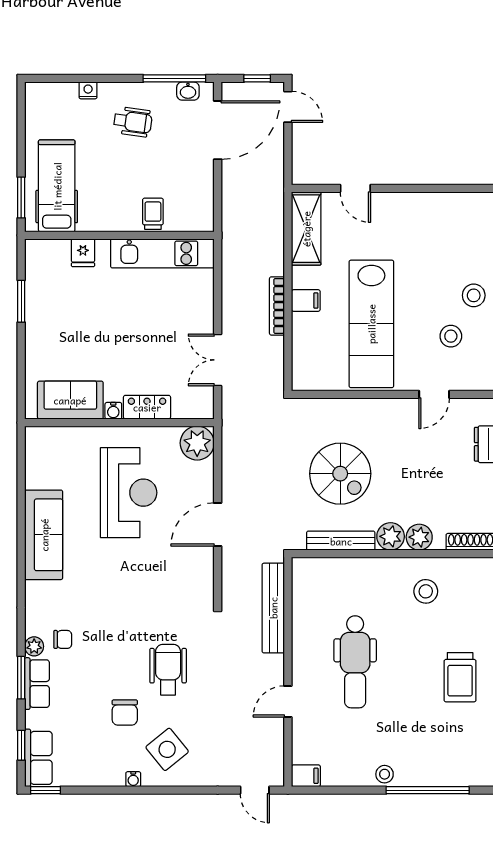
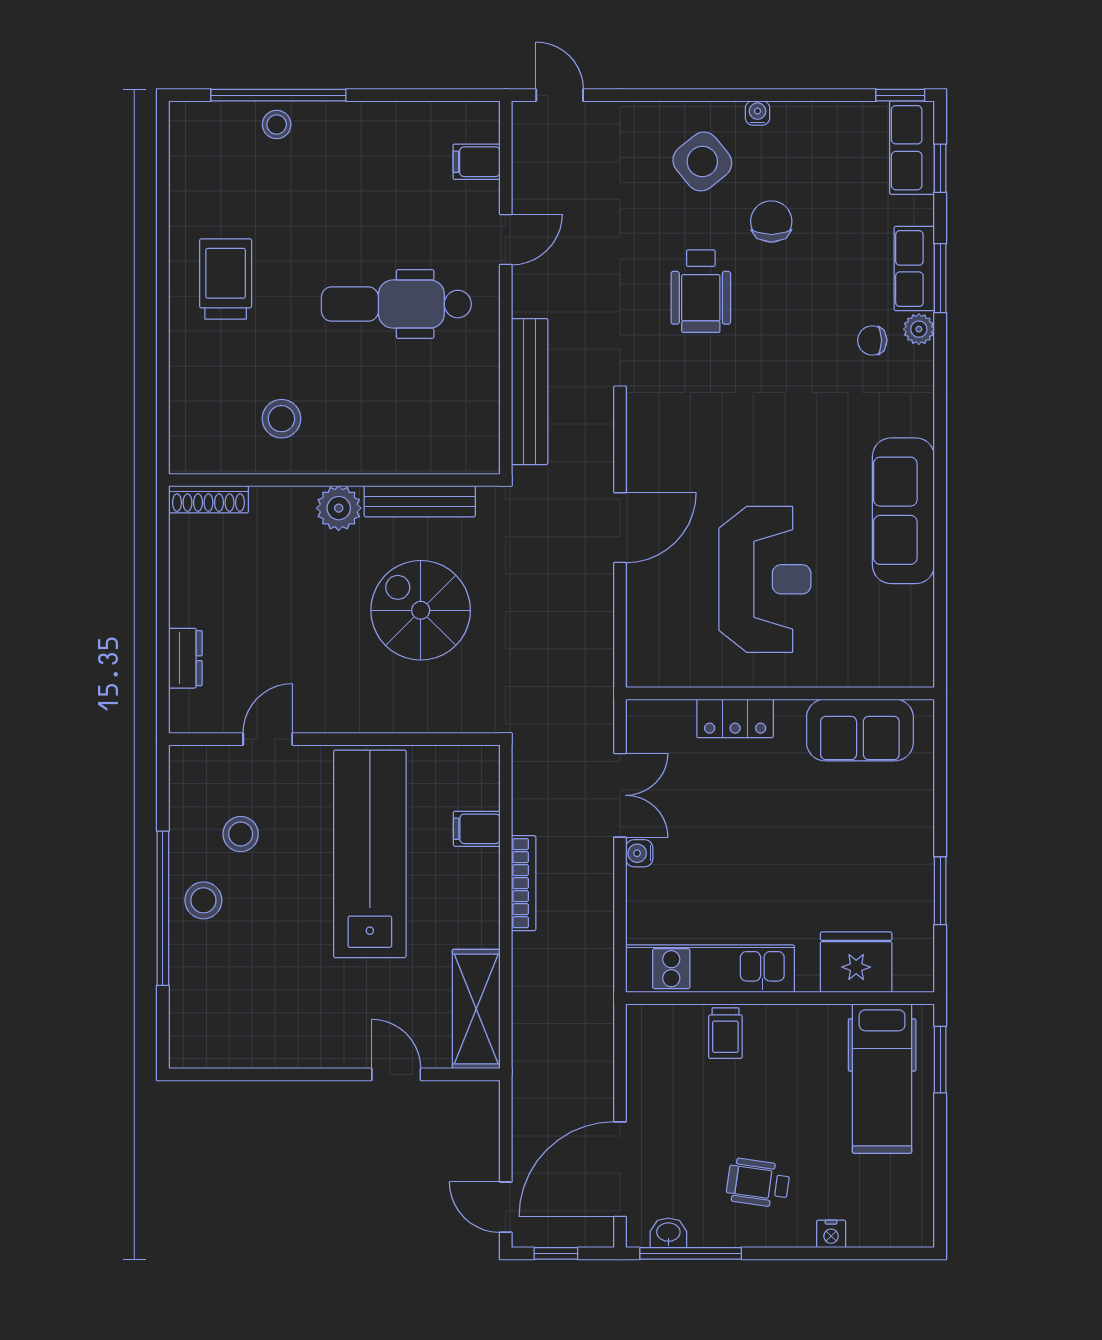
fridge: (83, 253) -> (856, 962), width x1.88, depth x1.34
filing cabinet: (306, 301) -> (477, 829), moved
water cooler: (113, 411) -> (639, 853), moved, turned -90
plant: (197, 443) -> (653, 660), removed
reception desk: (129, 493) -> (765, 579), turned 180
plant: (419, 537) -> (292, 507), removed
dental chair: (355, 662) -> (396, 304), turned -90
stool: (385, 774) -> (277, 125), moved
filing cabinet: (306, 776) -> (477, 162), moved

